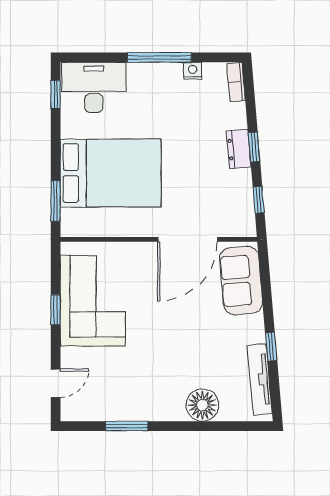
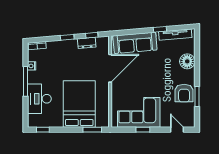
desk: (94, 87) -> (39, 99), moved
dresser: (239, 149) -> (87, 43), moved
door: (188, 239) -> (110, 68), hinge flipped
sofa: (241, 280) -> (135, 43), width x1.36
armchair: (134, 398) -> (184, 93), added

